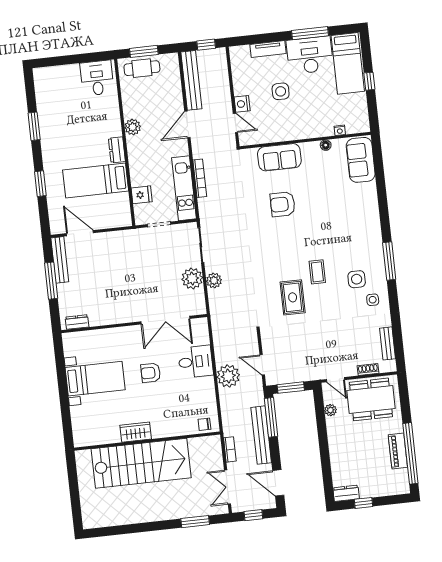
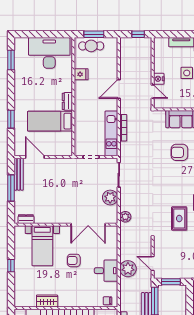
desk: (97, 78) -> (49, 53), width x1.87, depth x1.30
bench: (191, 80) -> (125, 58), removed
window: (34, 126) -> (11, 60), moved
plant: (133, 127) -> (80, 87), removed
fridge: (142, 195) -> (81, 74), moved
plant: (214, 280) -> (125, 217), moved
desk: (196, 362) -> (106, 271), moved
bed with nightstands: (95, 379) -> (42, 246), moved, turned 90
window: (63, 390) -> (11, 266), added
wardrobe: (136, 432) -> (47, 301), moved

